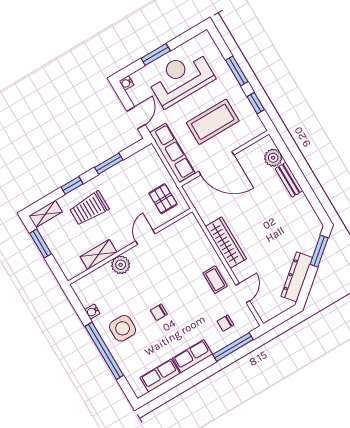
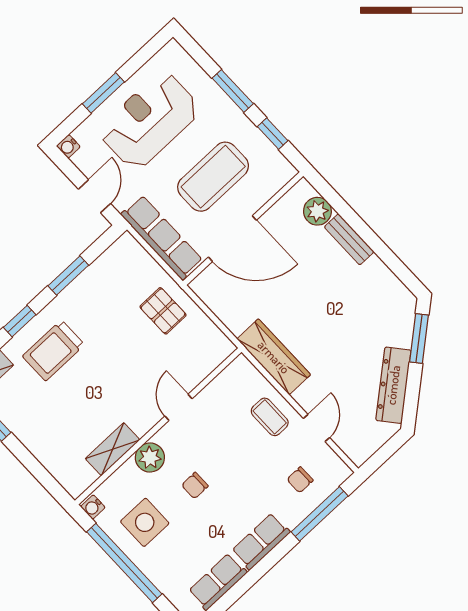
door: (145, 237) -> (179, 407), moved
wall: (130, 246) -> (158, 426), moved
shelving: (98, 254) -> (113, 449), moved
plant: (121, 265) -> (150, 458), moved

